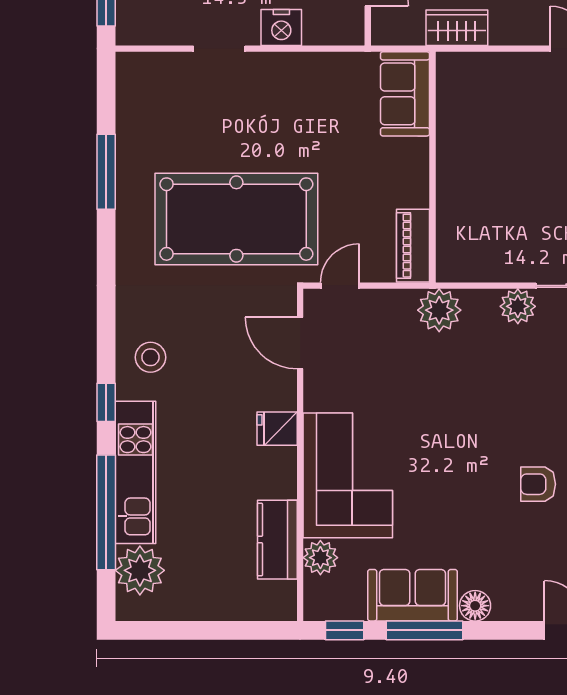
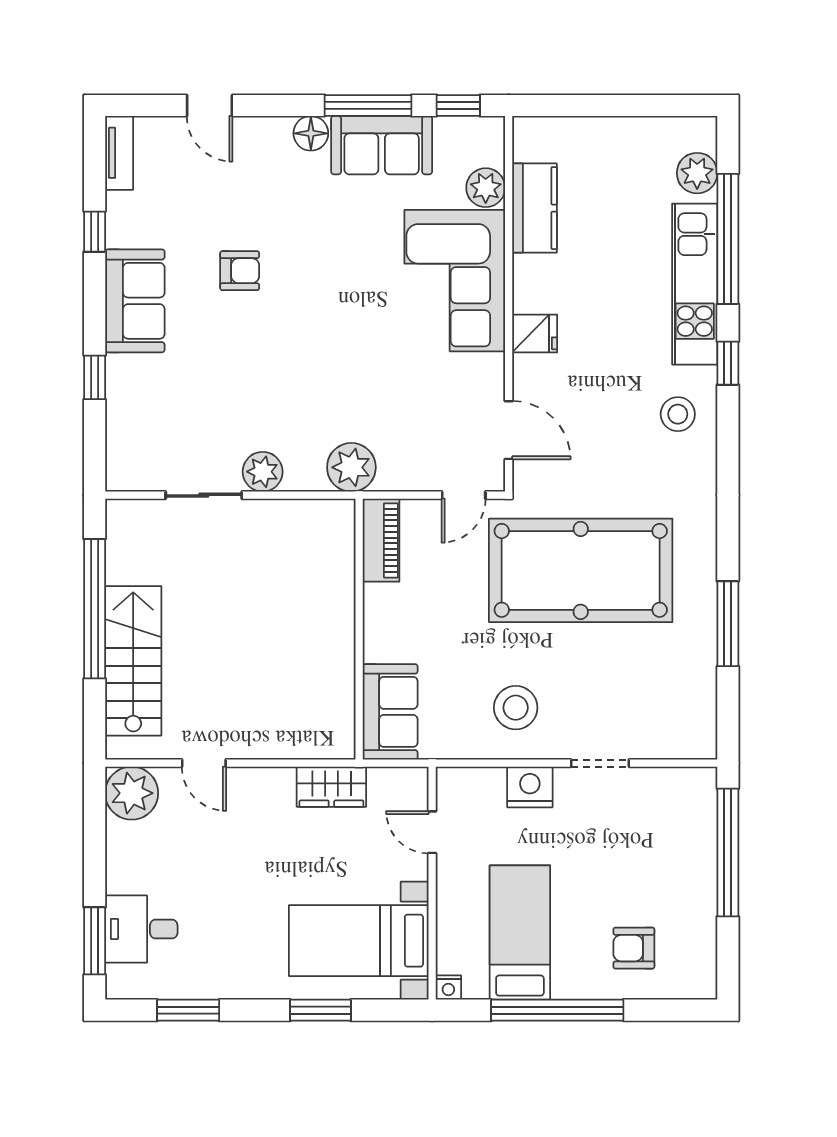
stool: (294, 98) -> (516, 708), added
plant: (140, 570) -> (697, 173), width x0.73, depth x0.73

